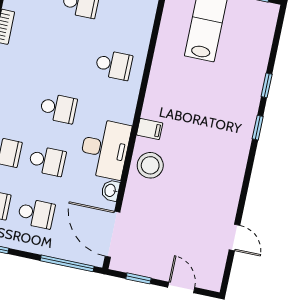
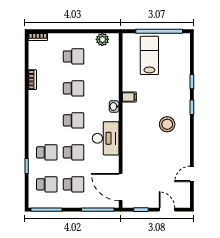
school desk: (114, 65) -> (74, 88), moved
filing cabinet: (150, 129) -> (129, 97), moved
stool: (150, 165) -> (167, 124), moved
washbasin: (111, 190) -> (114, 106), moved
door: (235, 238) -> (192, 174), swing flipped

